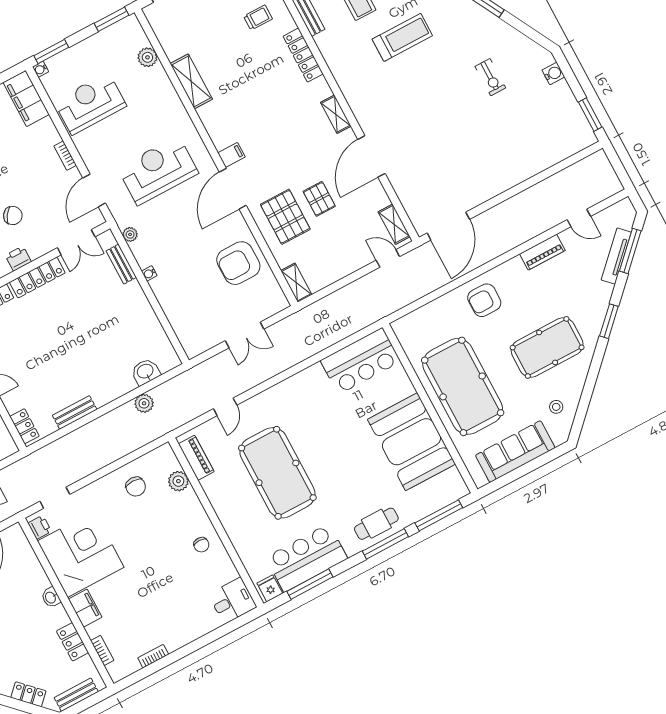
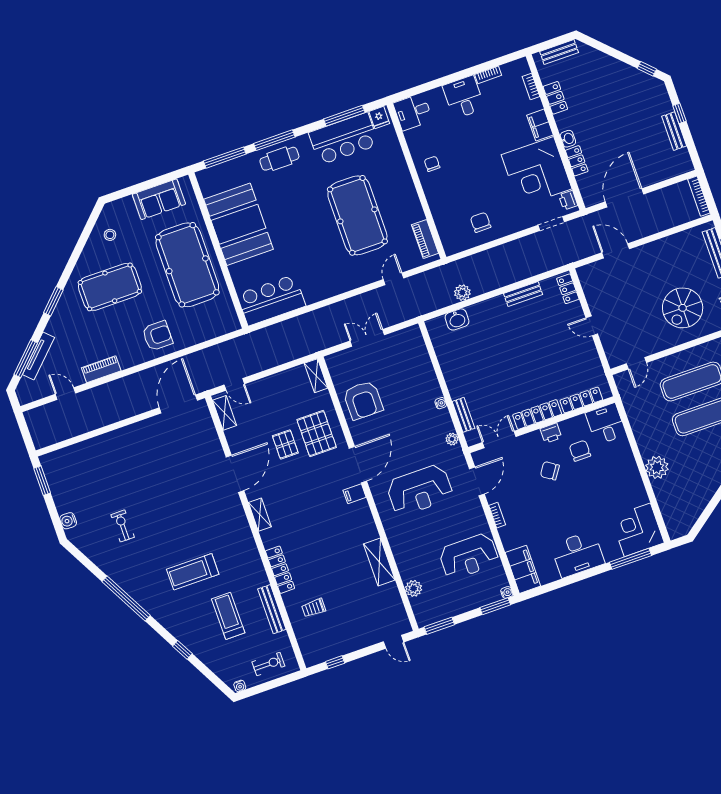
armchair: (238, 263) -> (363, 400), turned 90
sofa: (515, 452) -> (159, 199), width x0.73
plant: (178, 481) -> (443, 221), removed
desk: (177, 626) -> (464, 97), added
locker: (28, 694) -> (577, 161), moved, turned -135

